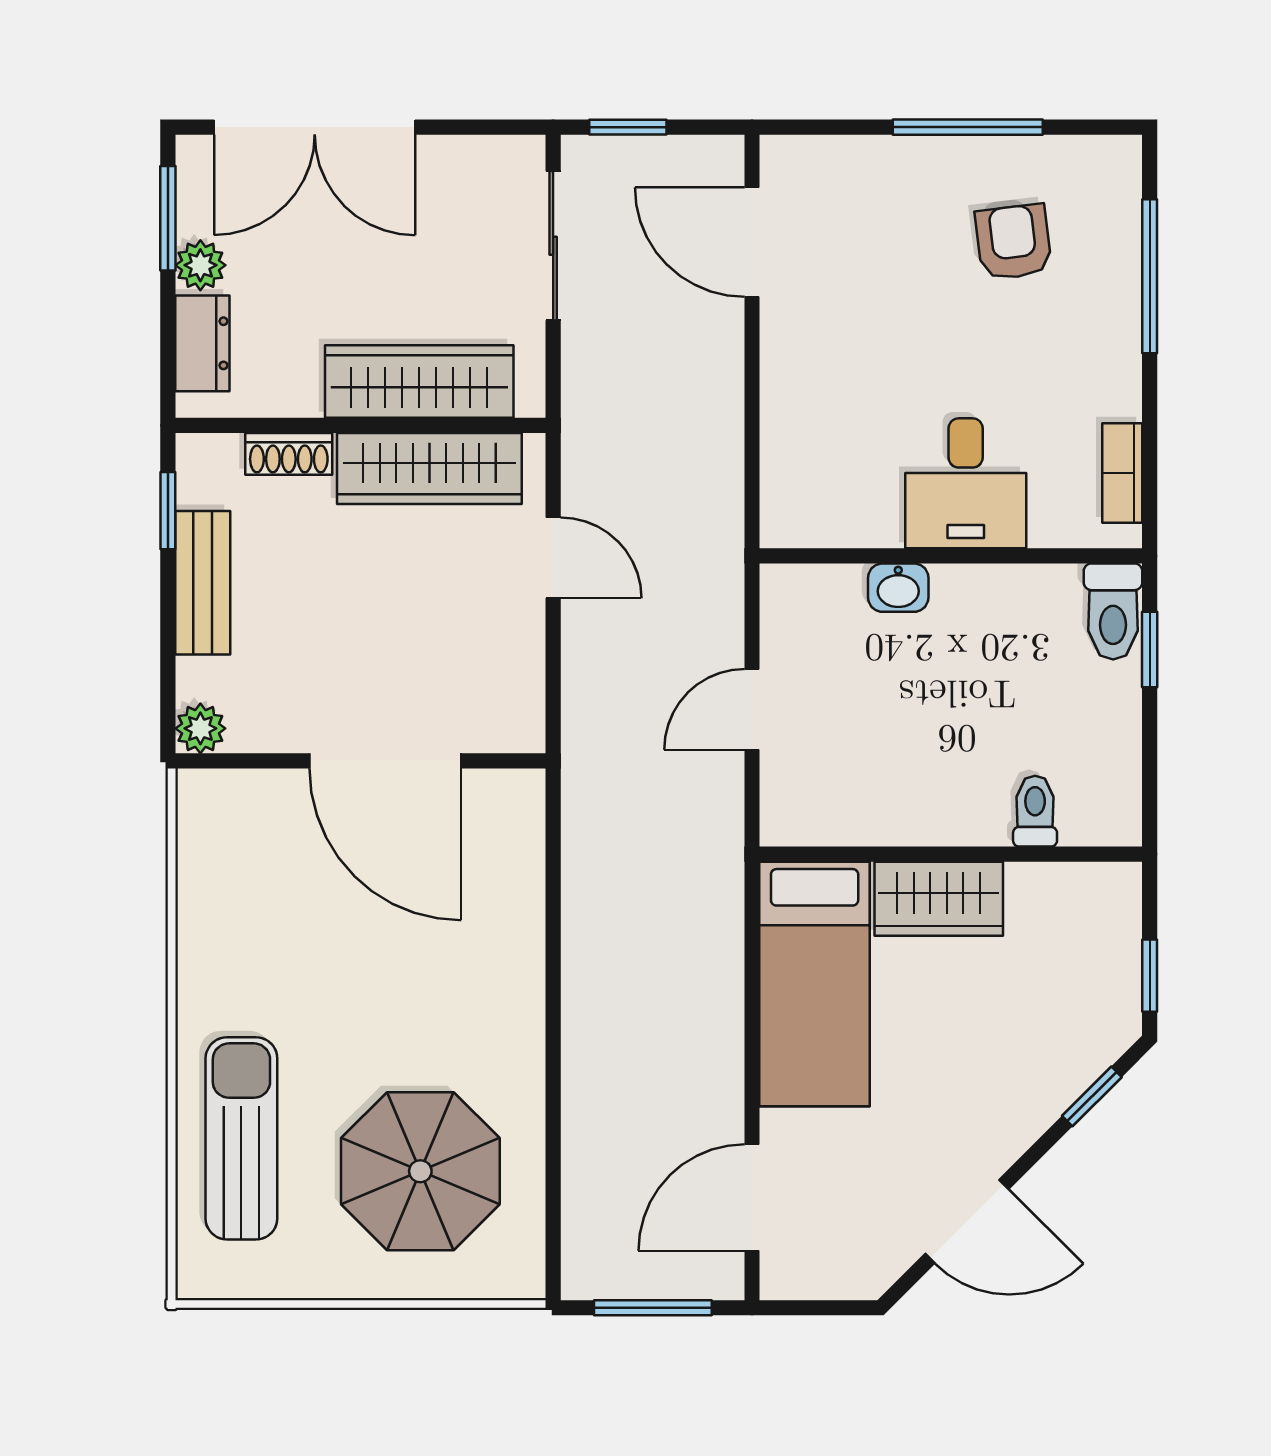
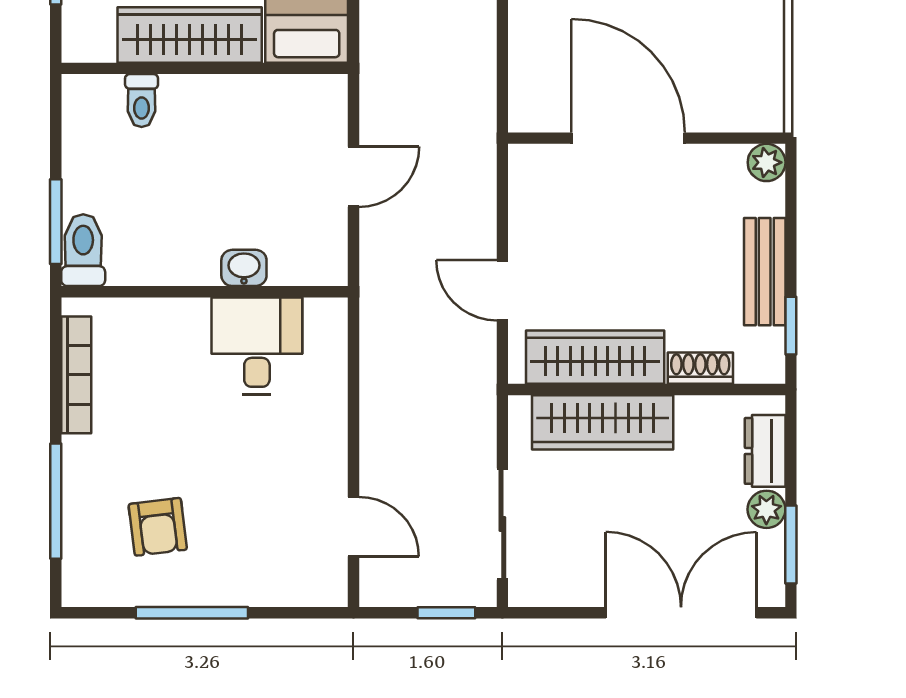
door: (752, 242) -> (353, 527), width x0.73
bookcase: (1122, 473) -> (76, 375), width x1.56
desk: (966, 483) -> (257, 346), moved
window: (1150, 650) -> (56, 222), width x1.50
wardrobe: (939, 899) -> (190, 35), width x1.50

